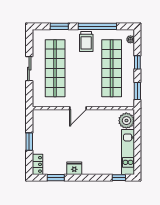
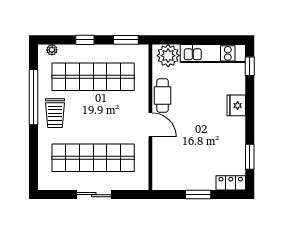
window: (59, 26) -> (33, 152), removed
trolley: (86, 41) -> (55, 113), turned 90
cafe table: (99, 117) -> (163, 96), added
fridge: (74, 168) -> (236, 105), moved

